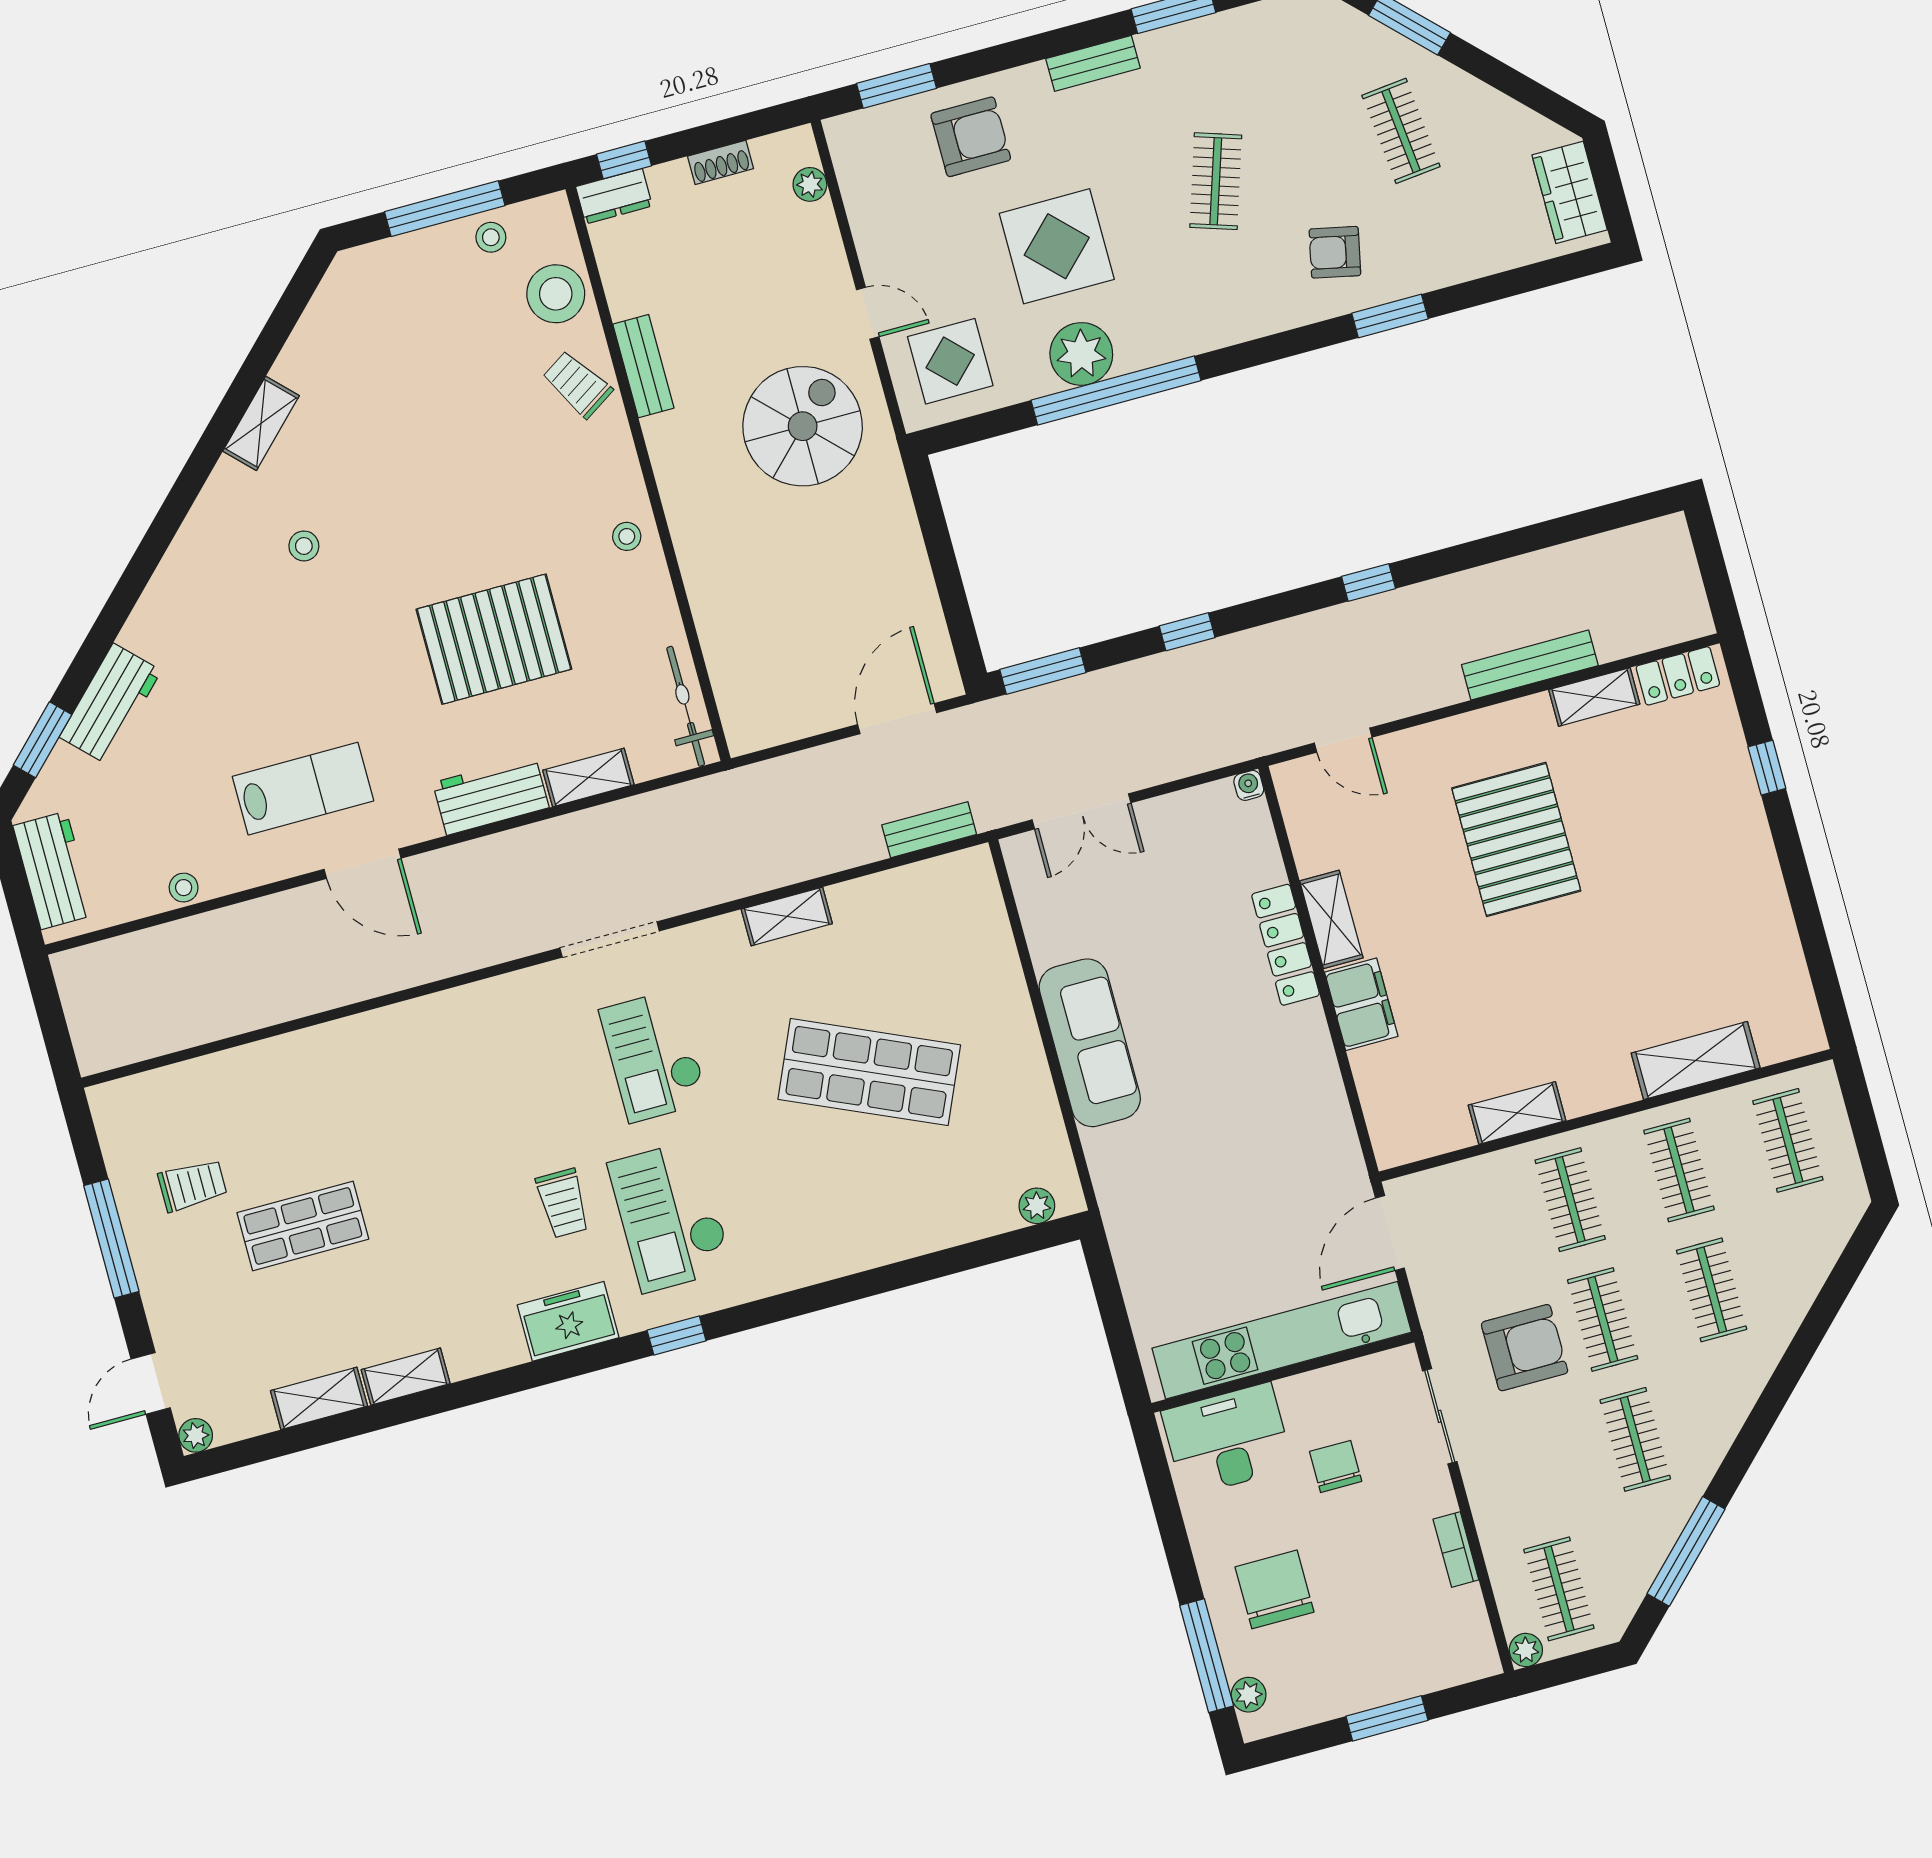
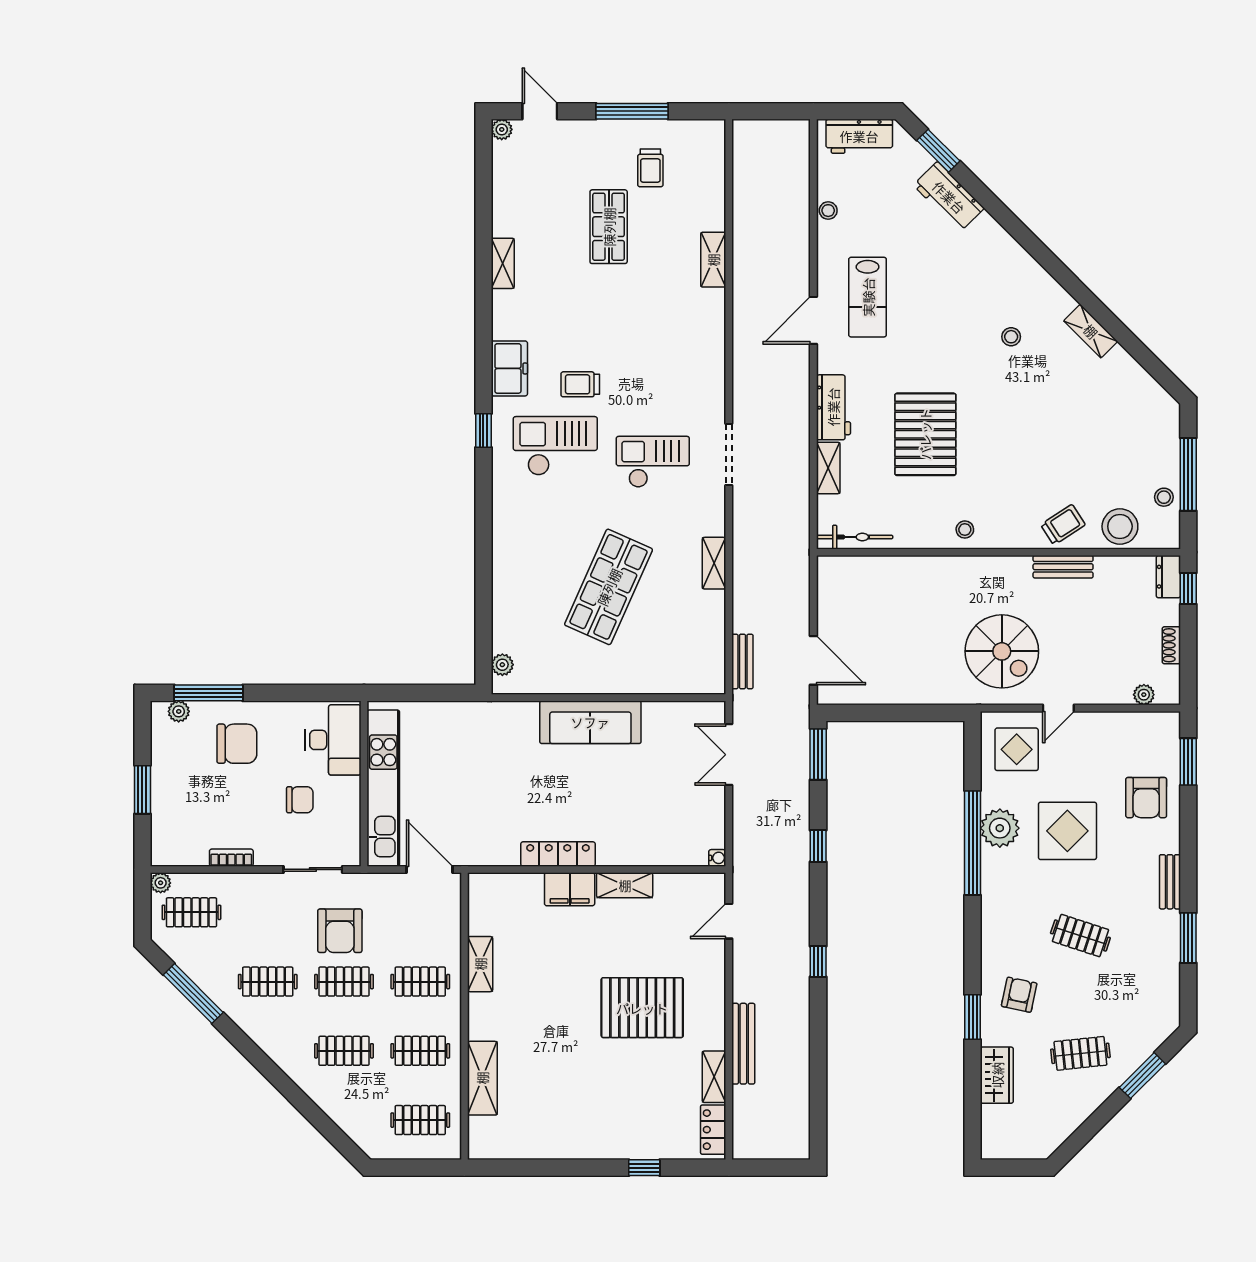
wardrobe: (1570, 192) -> (997, 1075), moved, turned 90
locker: (1286, 945) -> (558, 854), moved
shelving: (319, 1398) -> (713, 260), moved

